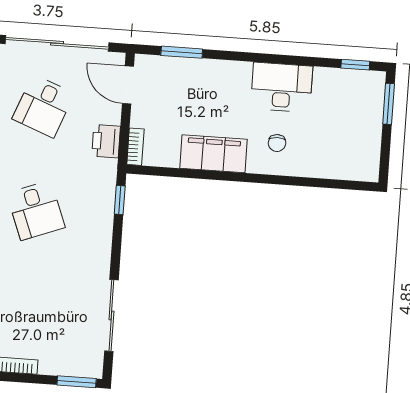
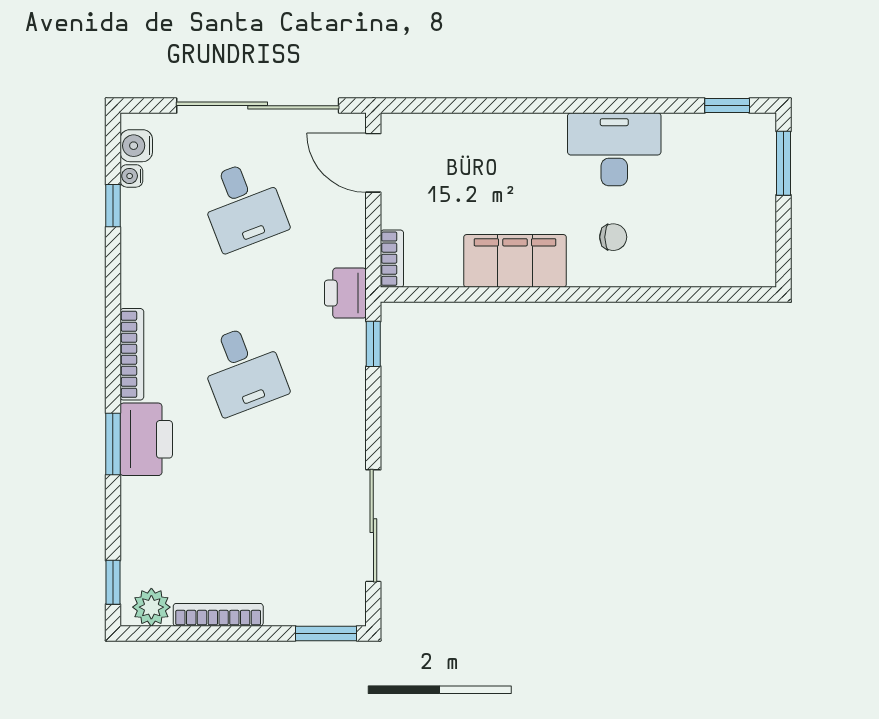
window: (182, 52) -> (454, 106), removed
desk: (43, 106) -> (243, 205), turned -42
printer: (106, 141) -> (345, 293), moved
chair: (277, 143) -> (613, 237), turned -89

